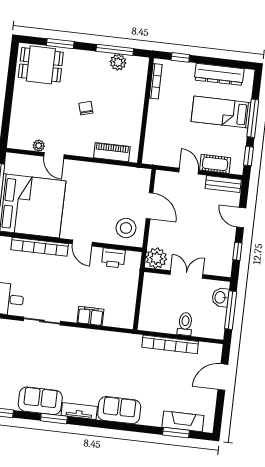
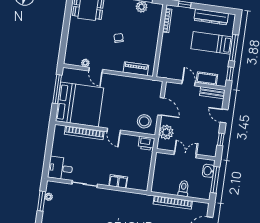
printer: (113, 258) -> (146, 143), moved
plant: (156, 258) -> (166, 132), moved

